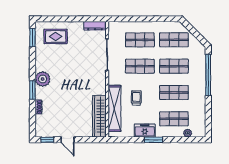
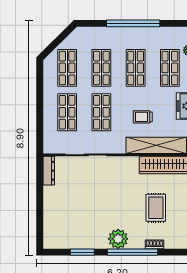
rug: (56, 36) -> (156, 208), moved
window: (32, 38) -> (82, 252), moved
window: (208, 75) -> (133, 23), moved
window: (32, 90) -> (133, 252), width x2.11

